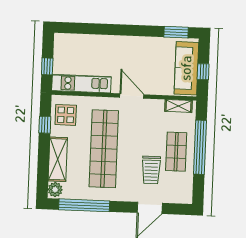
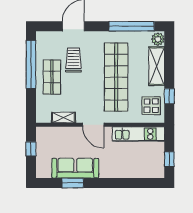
window: (176, 32) -> (73, 183), moved
window: (47, 66) -> (169, 159), moved
sofa: (186, 68) -> (75, 168), moved, turned -90
shelving: (179, 106) -> (64, 118), moved
window: (200, 147) -> (31, 64), moved

